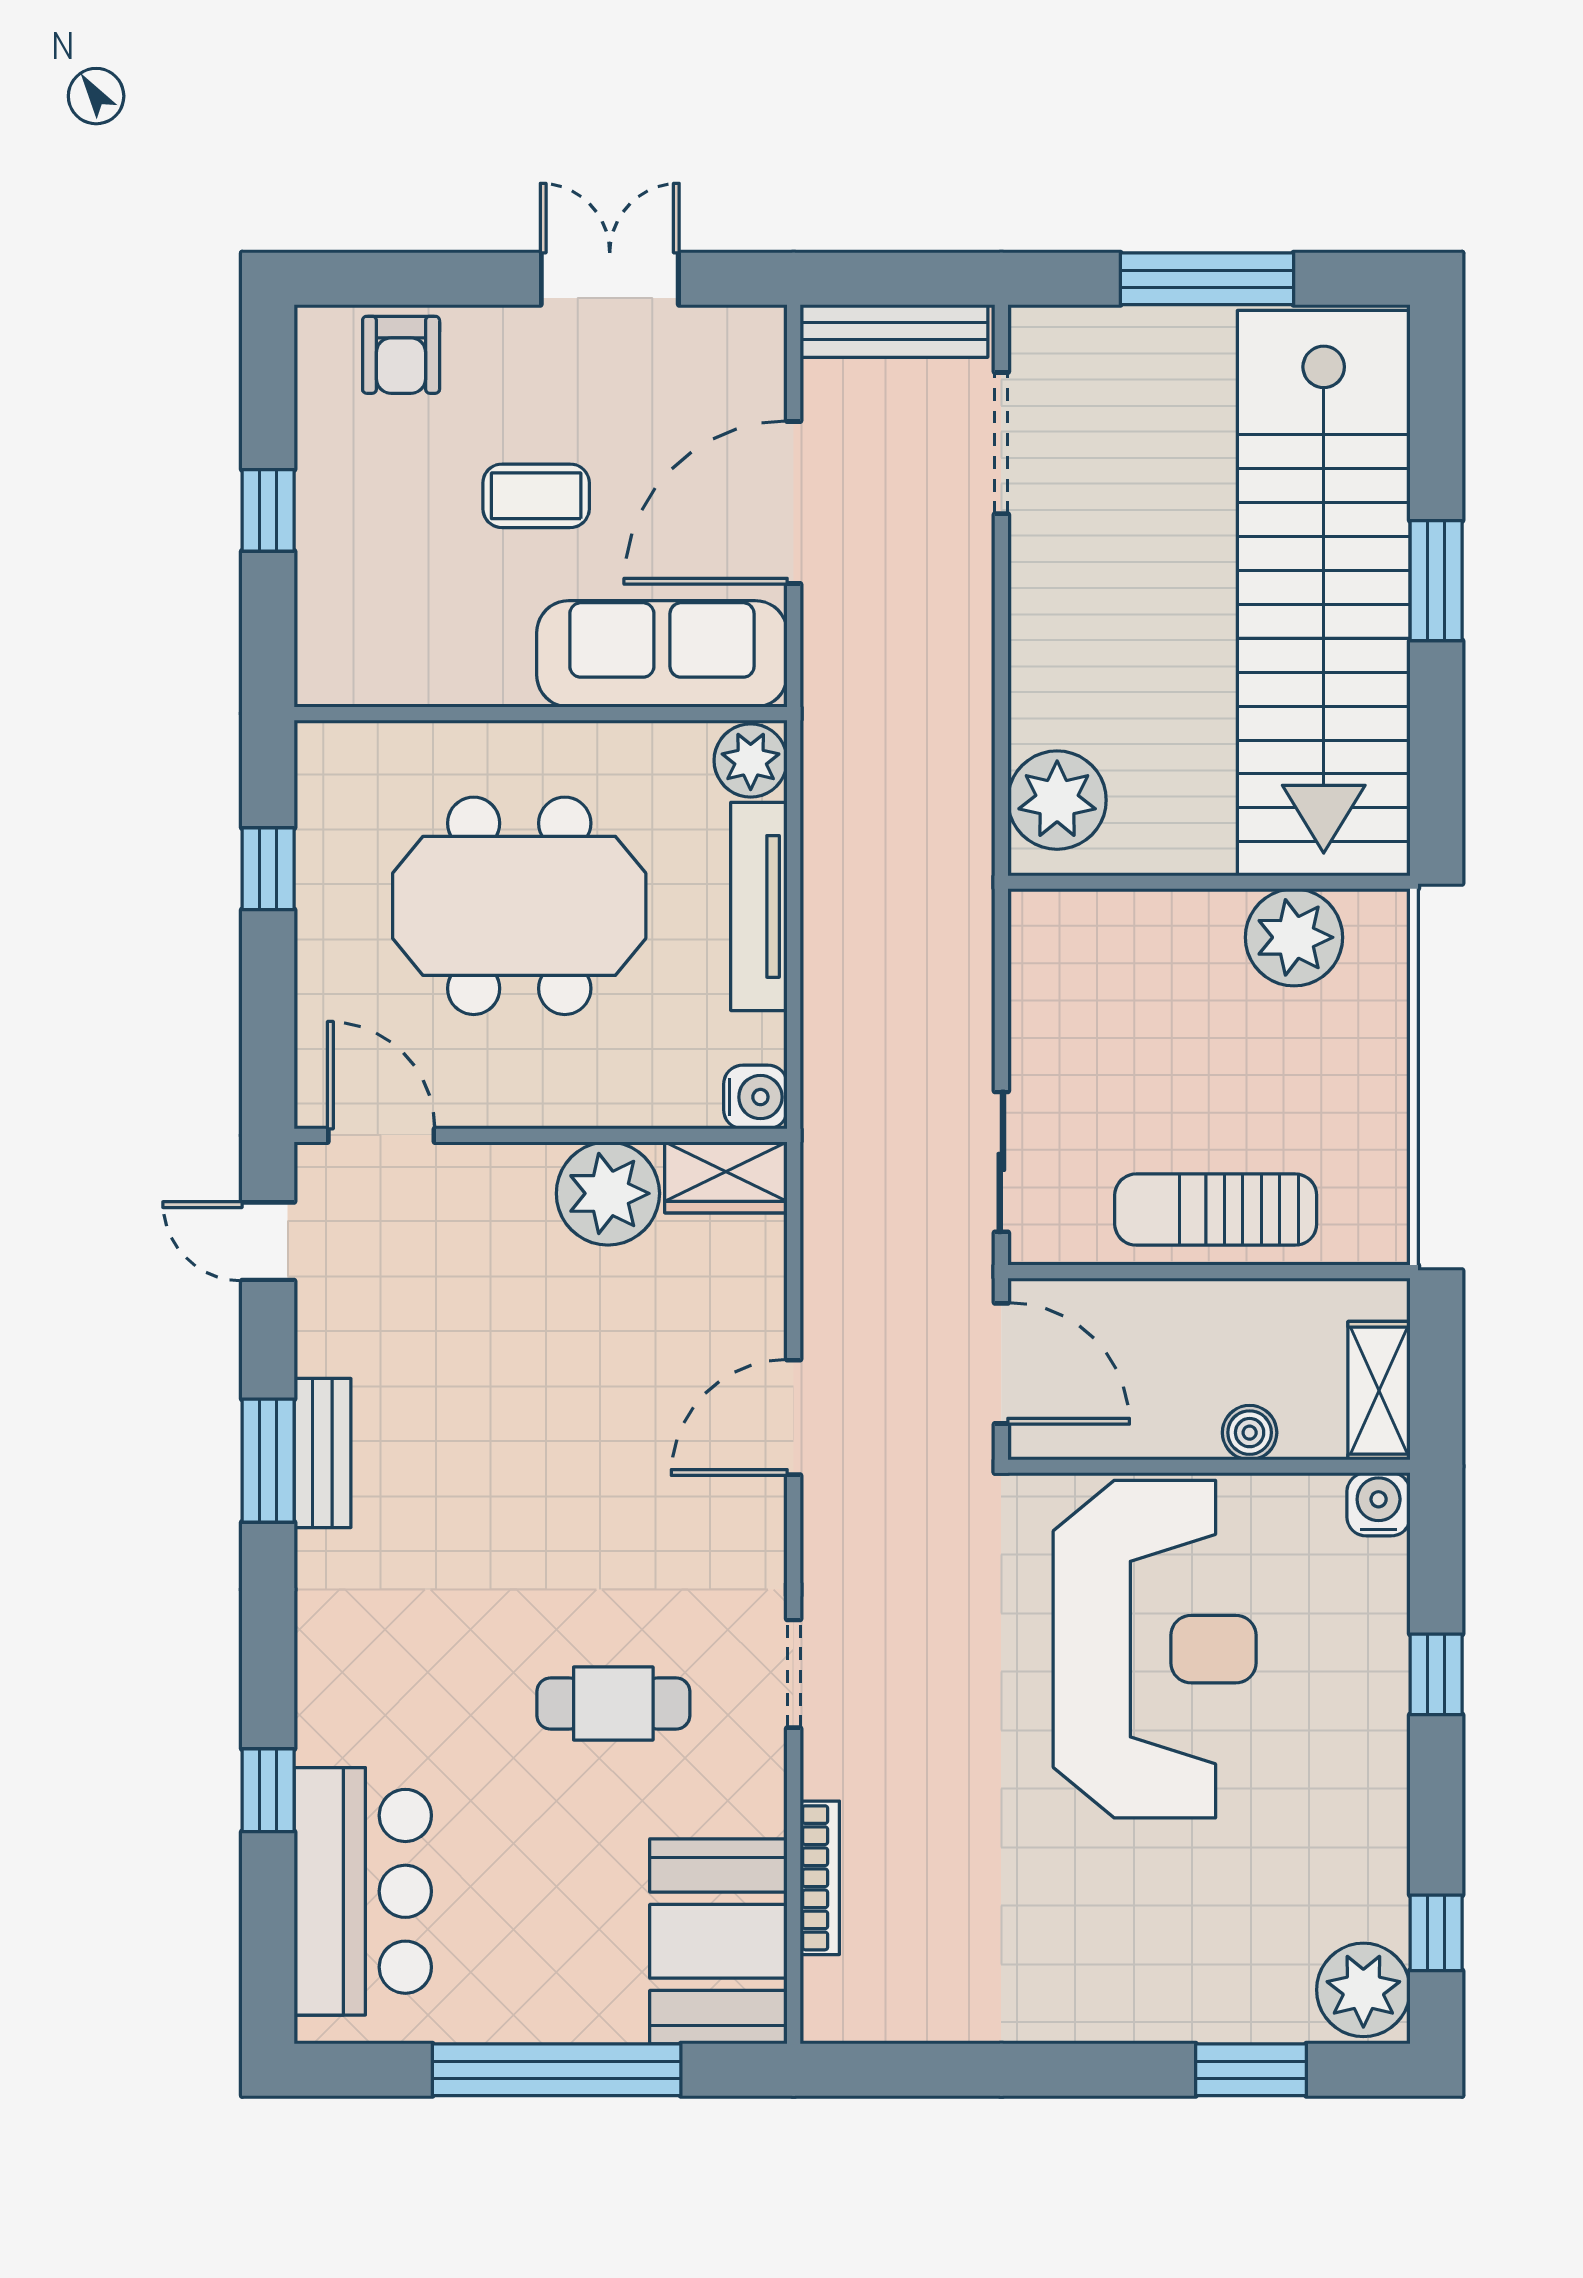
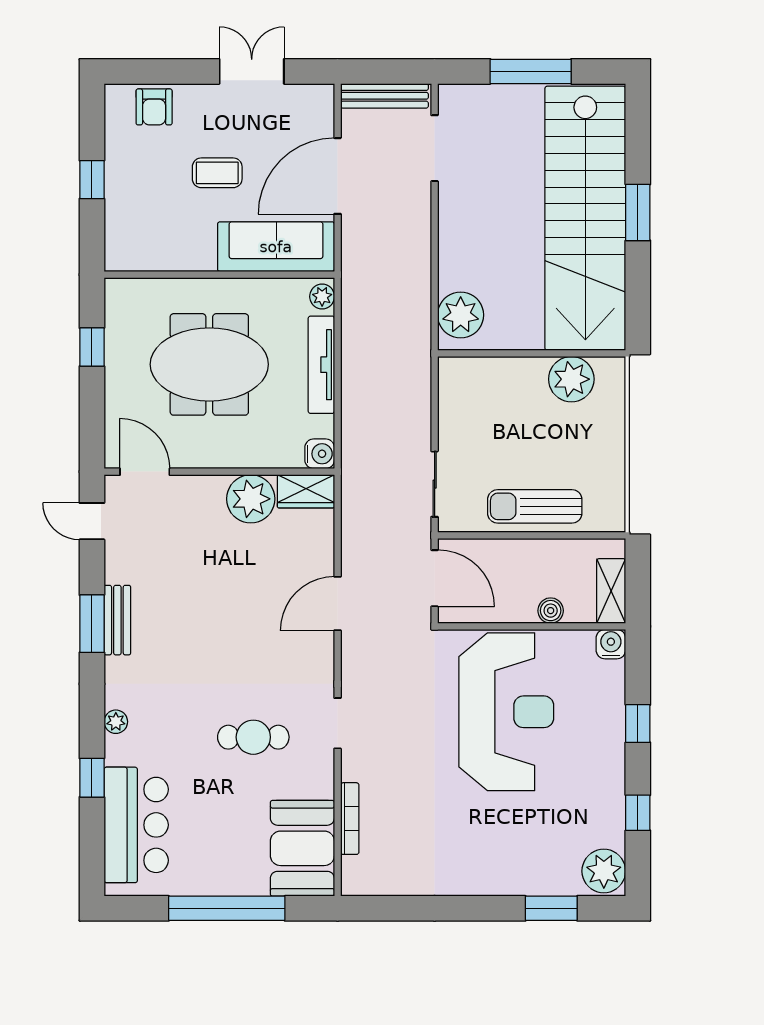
plant: (751, 760) -> (322, 297), width x0.73, depth x0.73
plant: (319, 1670) -> (116, 722), added
window: (1436, 1933) -> (638, 813), moved

